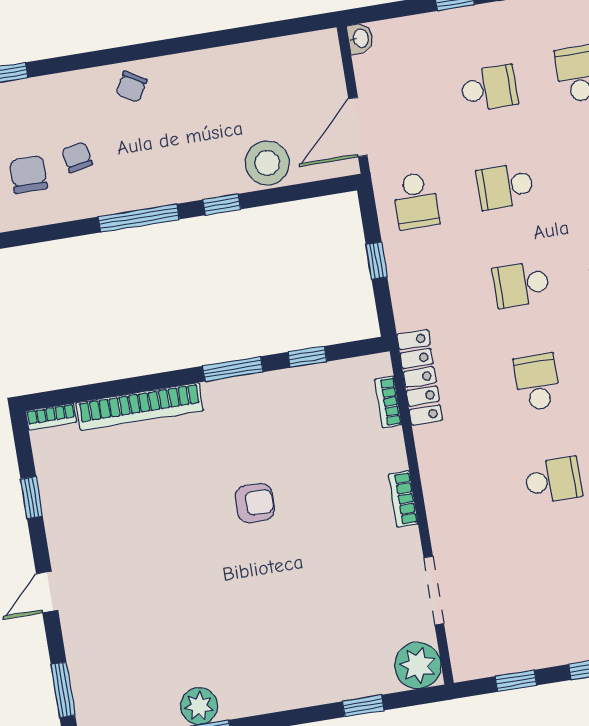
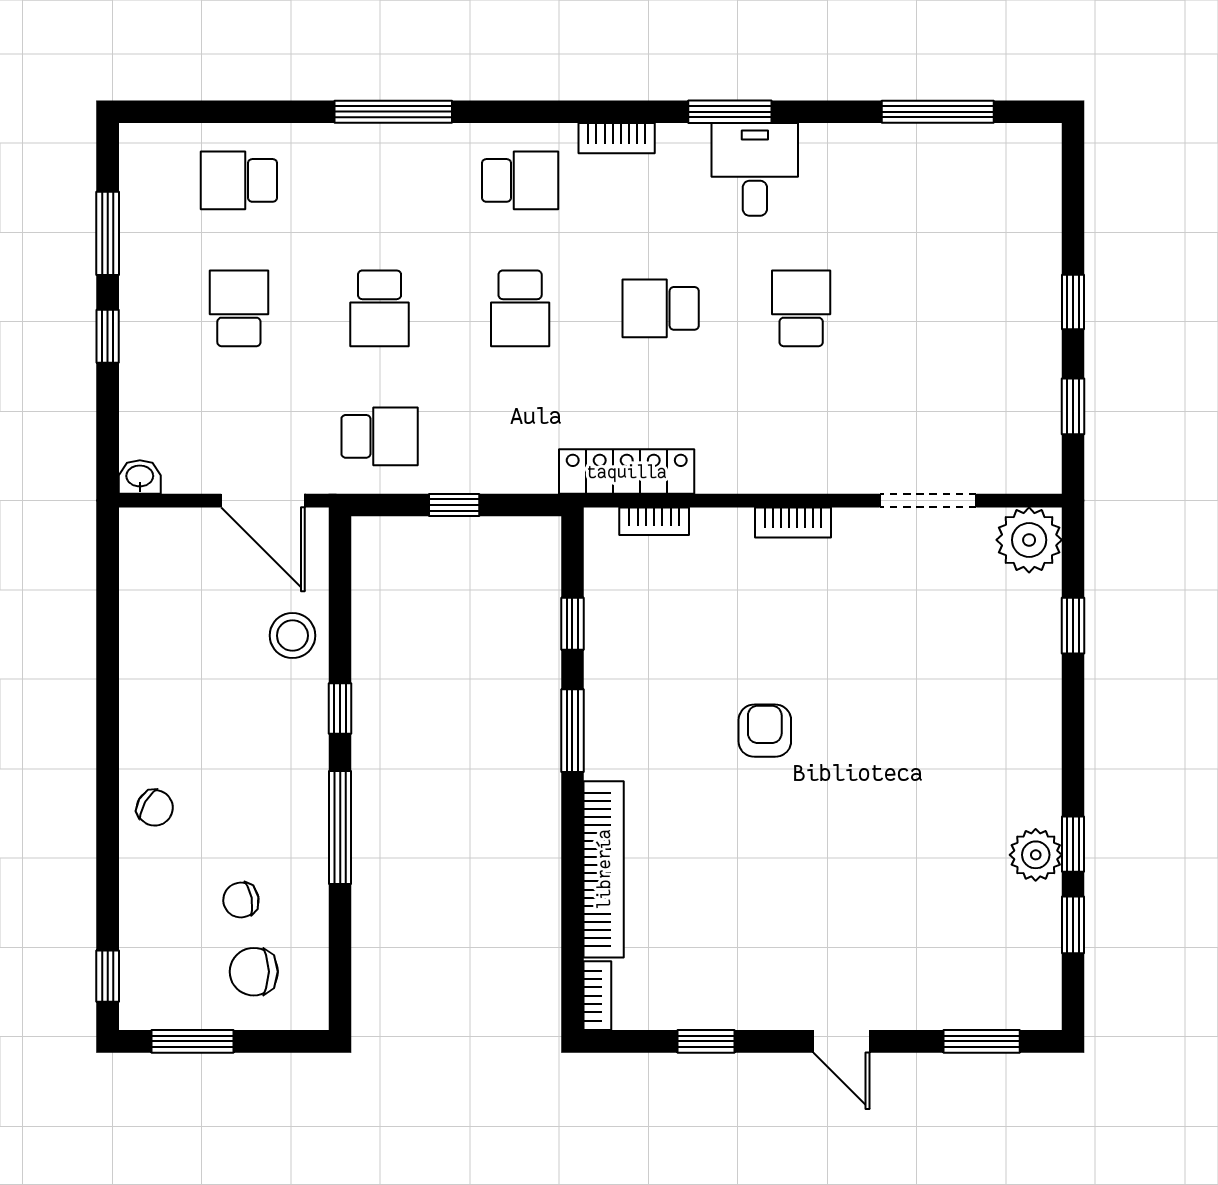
stool: (267, 163) -> (292, 636), width x0.73, depth x0.73

